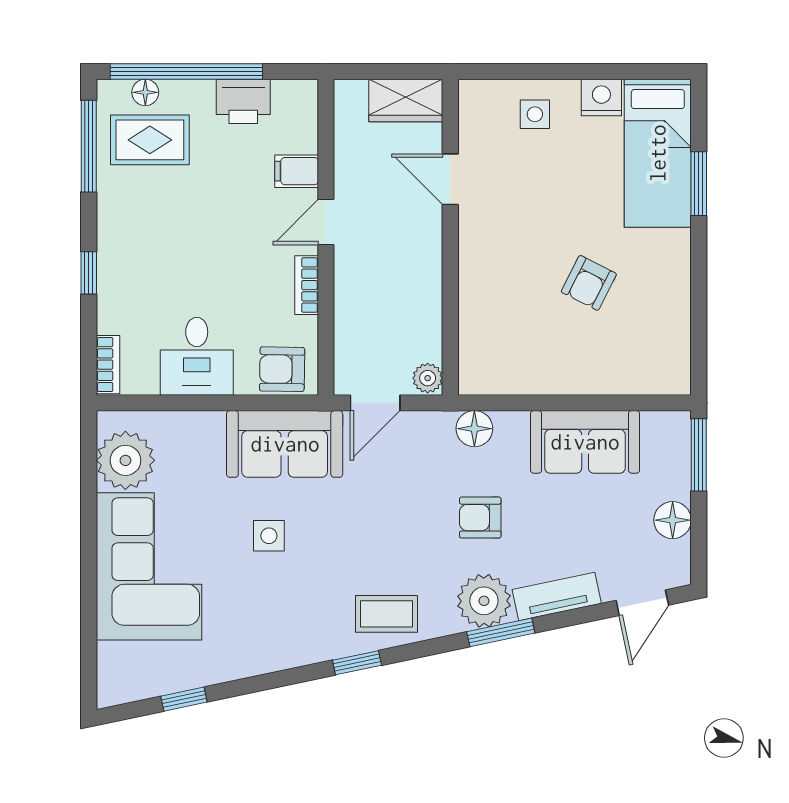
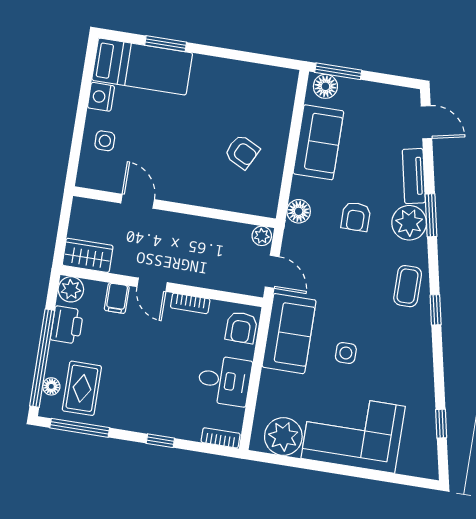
plant: (299, 99) -> (71, 289), added
wardrobe: (406, 100) -> (88, 255), moved, turned -90
door: (450, 179) -> (138, 201), swing flipped
armchair: (589, 283) -> (242, 152), moved
floor lamp: (673, 520) -> (325, 86), moved

